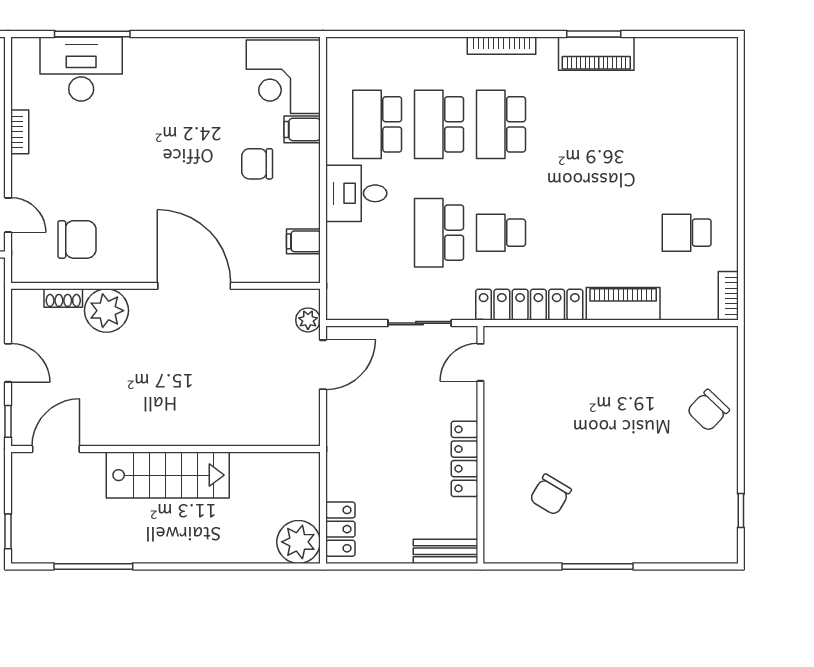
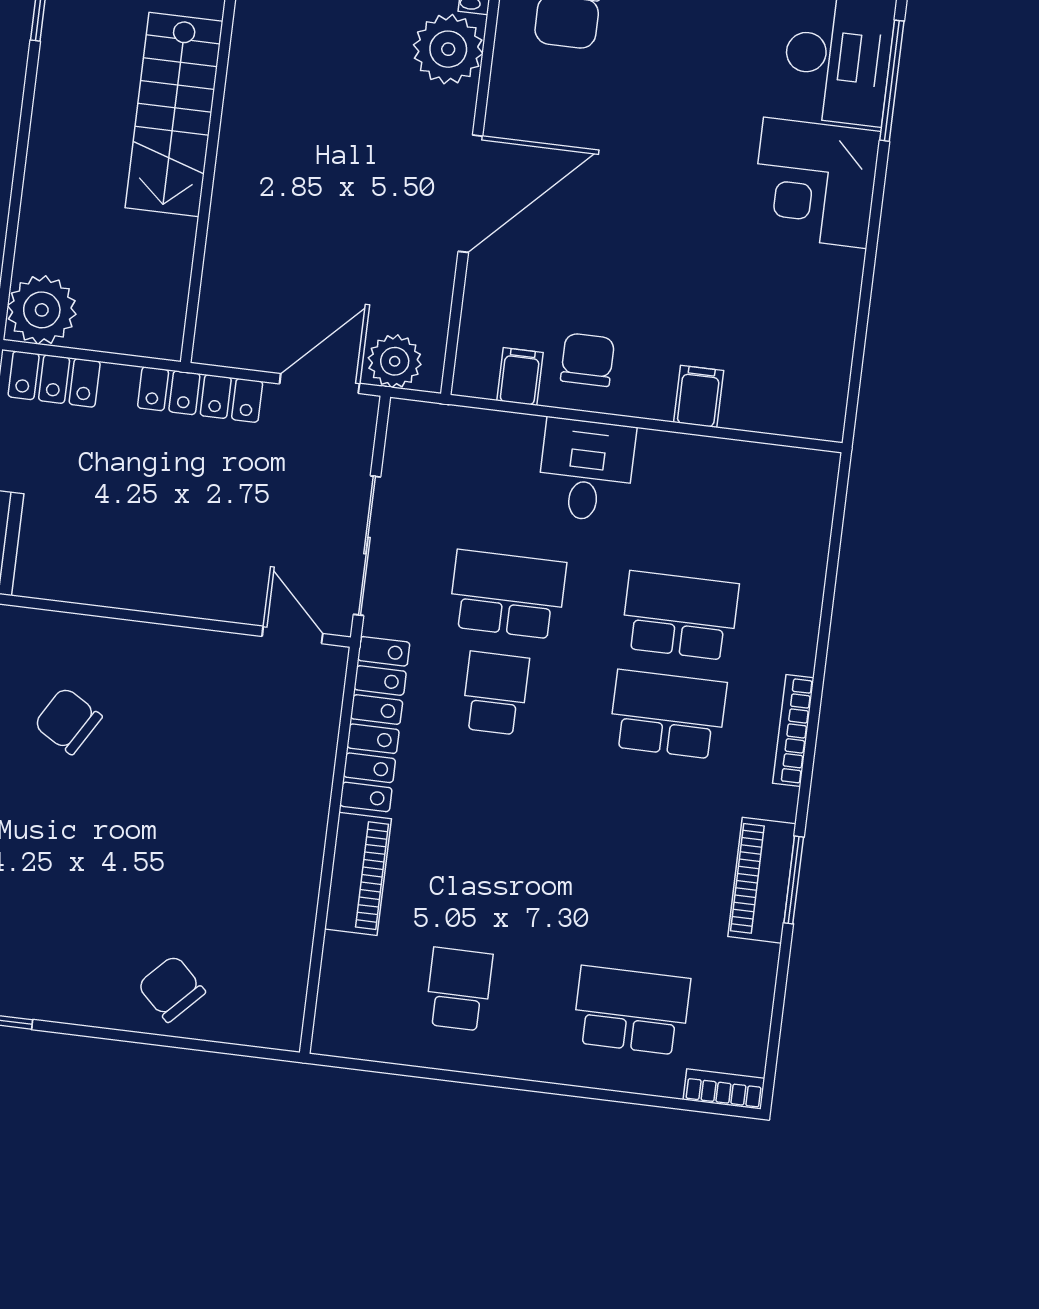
corner desk: (283, 77) -> (815, 183), moved, turned -90
school desk: (377, 124) -> (631, 1010), moved
chair: (257, 164) -> (588, 360), moved
bookcase: (728, 296) -> (724, 1089), moved
plant: (308, 320) -> (395, 361), width x1.38, depth x1.38
sliding door: (420, 323) -> (367, 546), width x1.37
door: (323, 365) -> (320, 384), swing flipped
locker: (464, 459) -> (200, 395), moved, turned 180

